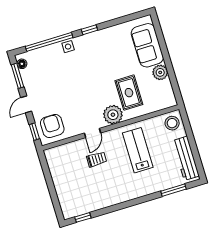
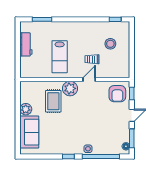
stool: (172, 123) -> (110, 44), moved
workbench: (186, 158) -> (26, 44), width x0.73

